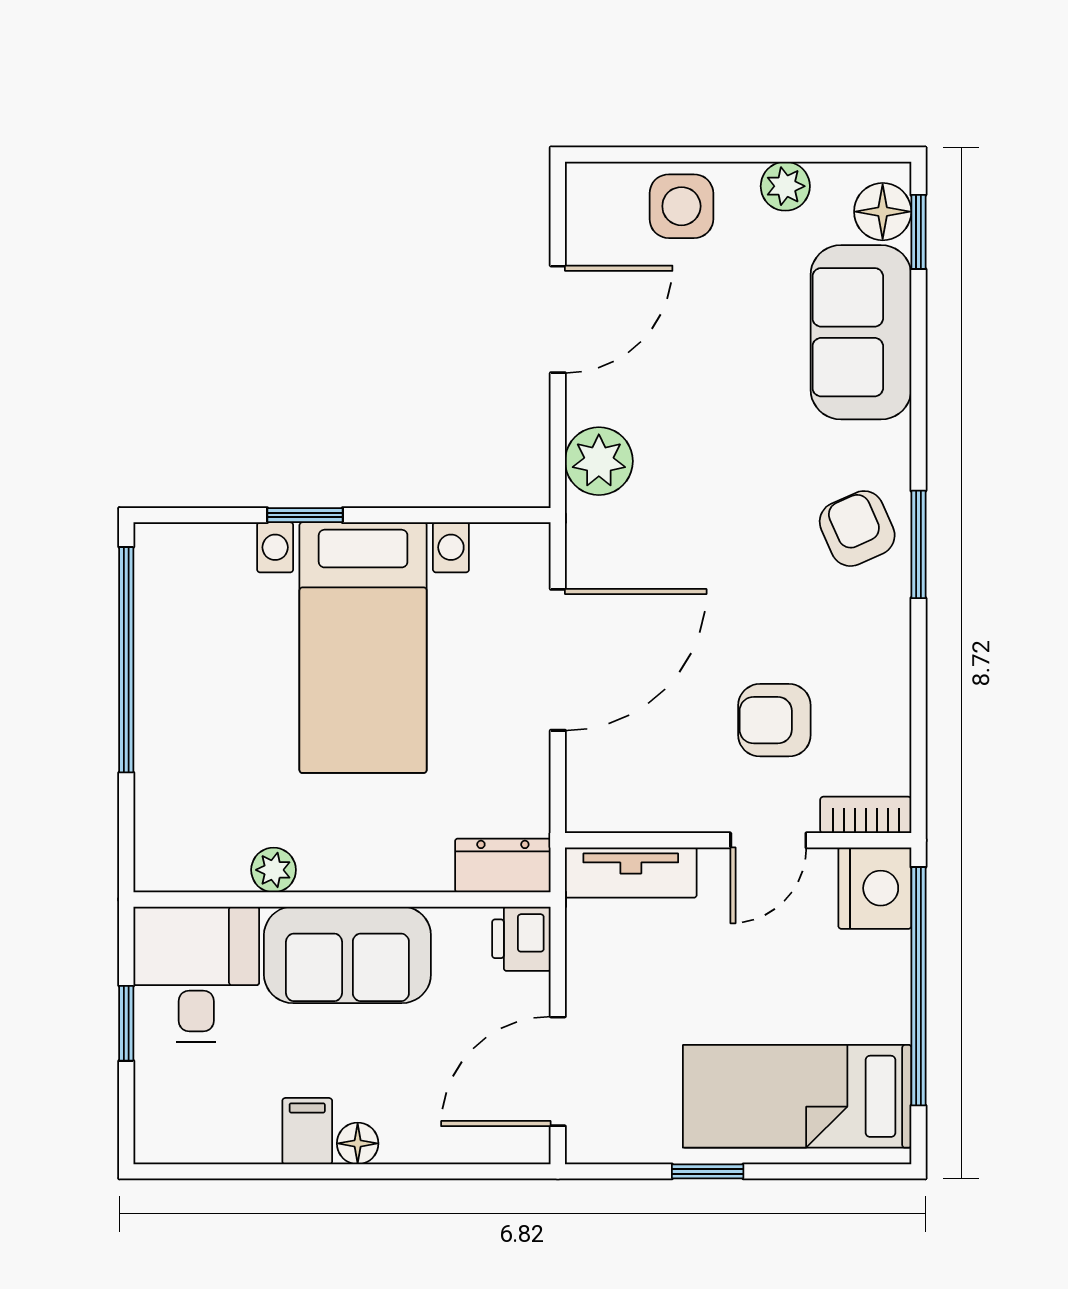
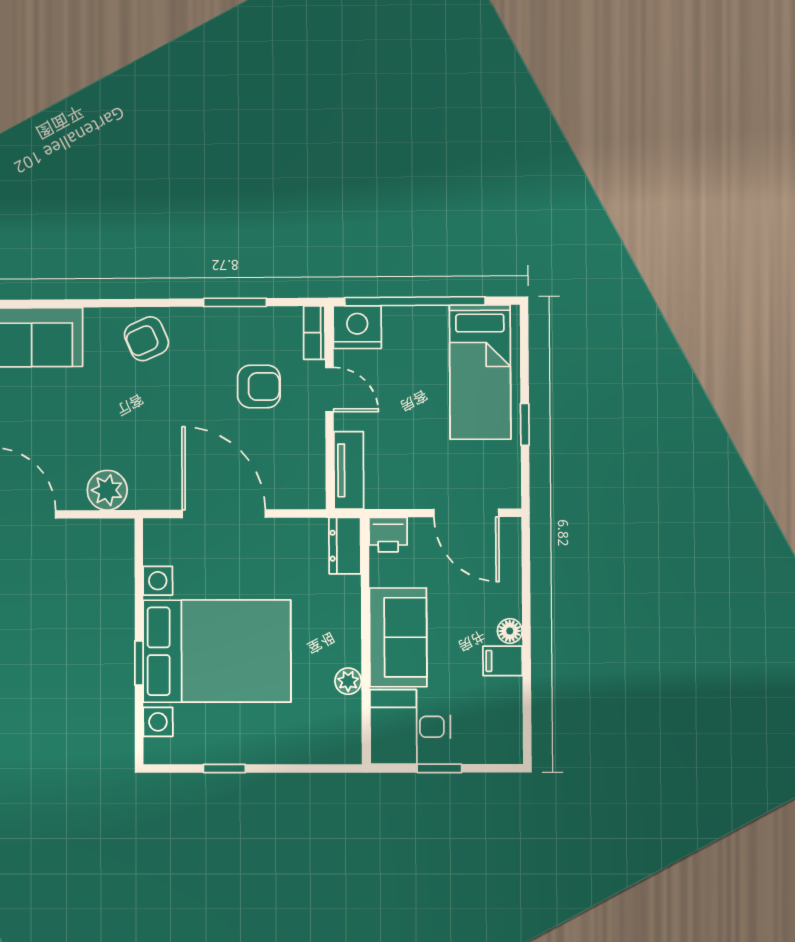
window: (918, 544) -> (235, 302), moved
bed with nightstands: (363, 648) -> (217, 651), width x1.36
window: (126, 660) -> (224, 769), width x0.32
armchair: (774, 720) -> (259, 387), turned -90

